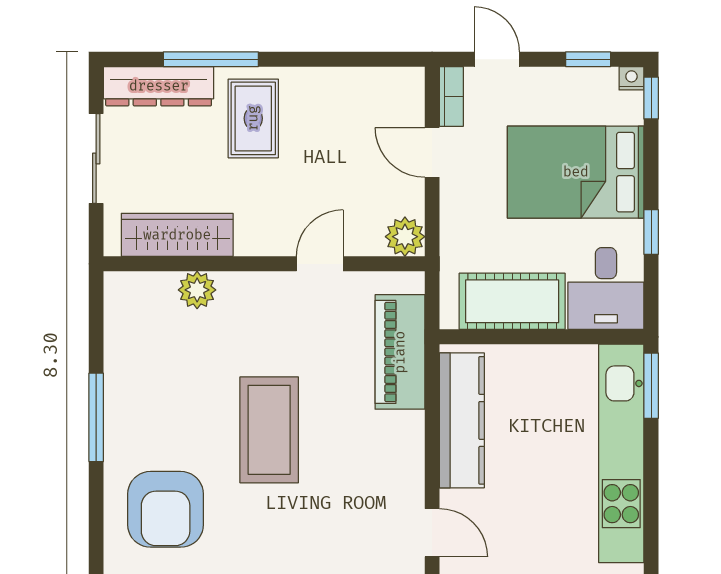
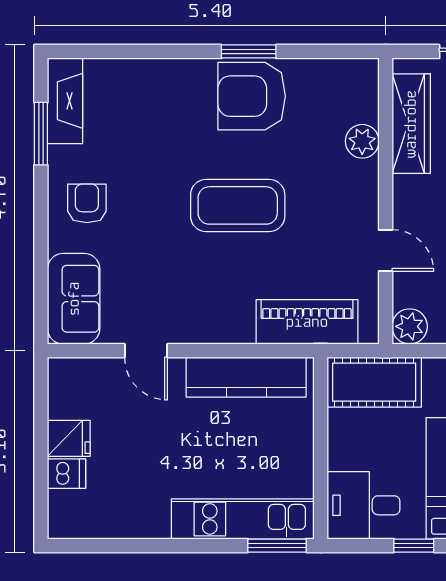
cot: (512, 301) -> (374, 382), moved, turned 90
window: (96, 417) -> (249, 51), width x0.69
kitchen unit: (621, 453) -> (243, 519), width x0.73
armchair: (166, 509) -> (252, 96), moved
door: (432, 533) -> (146, 351), hinge flipped

